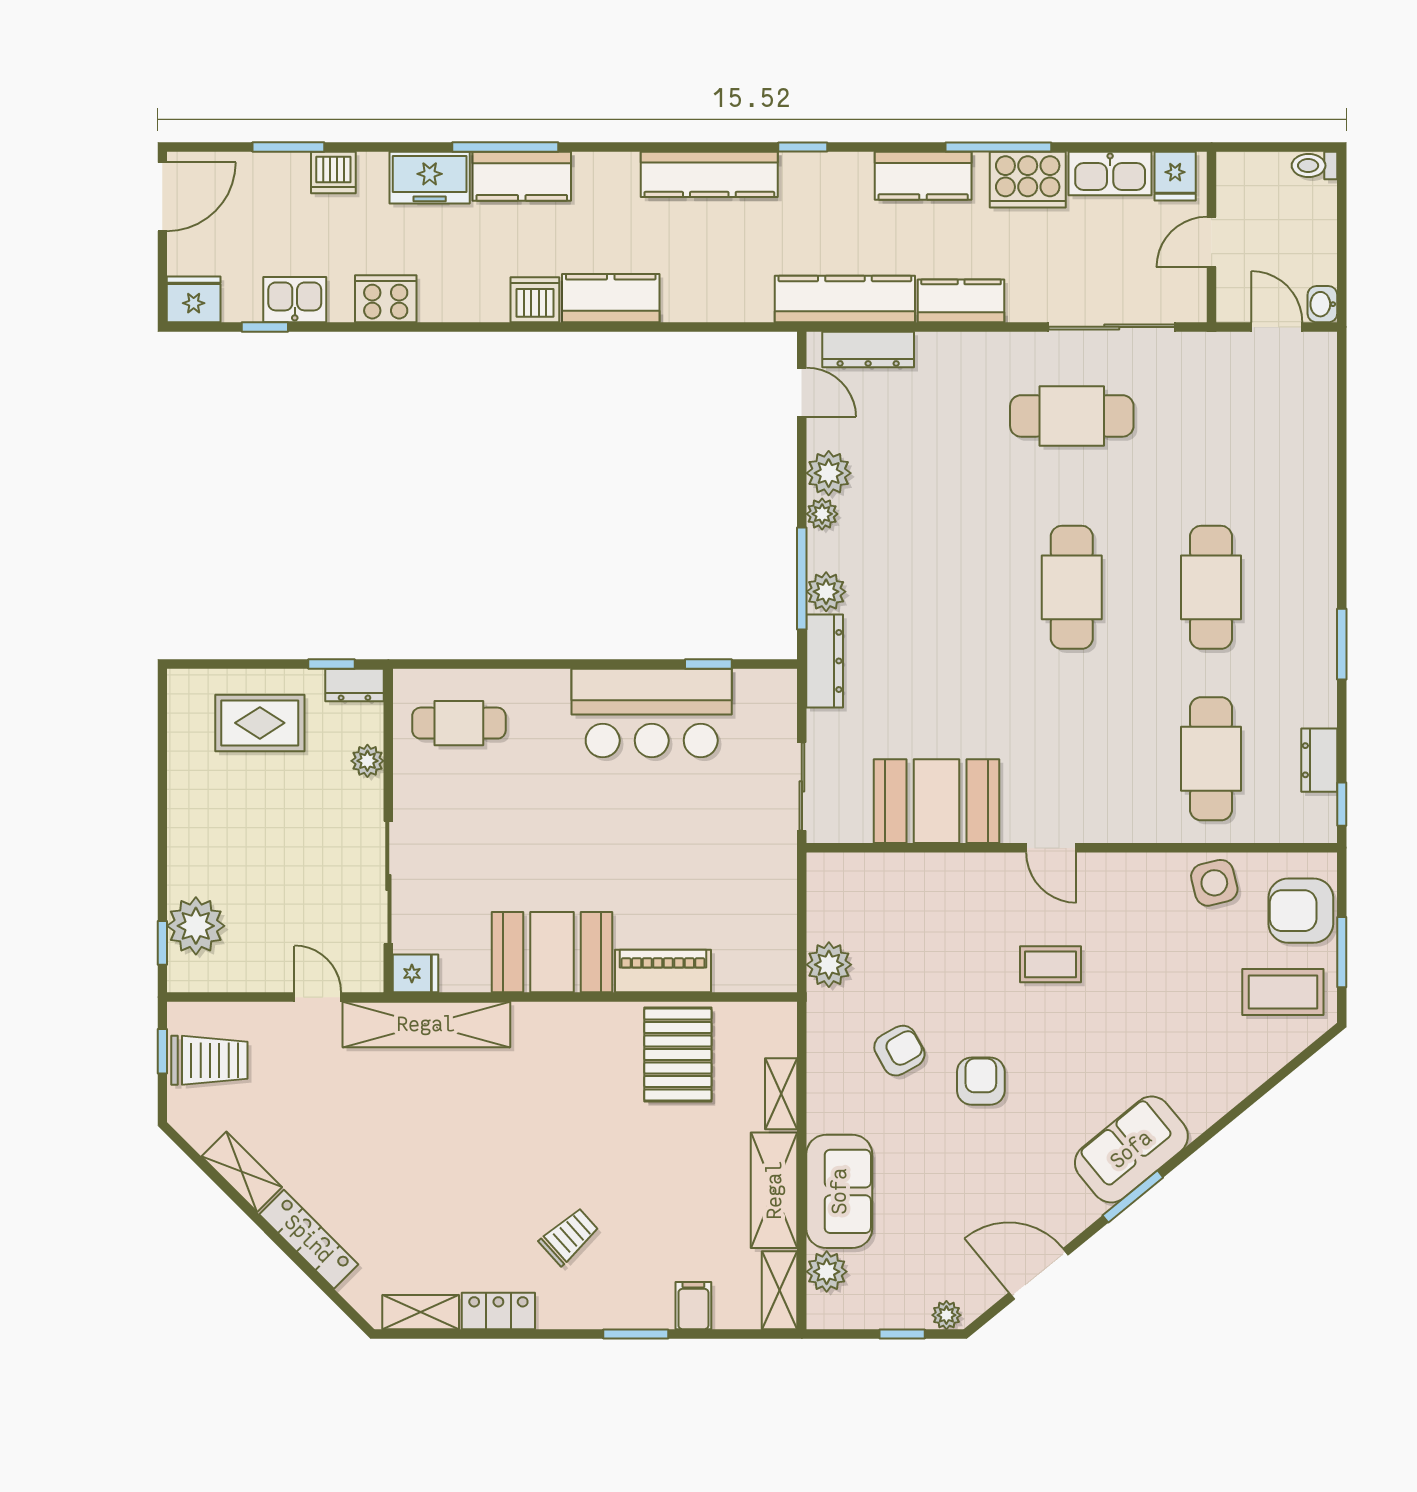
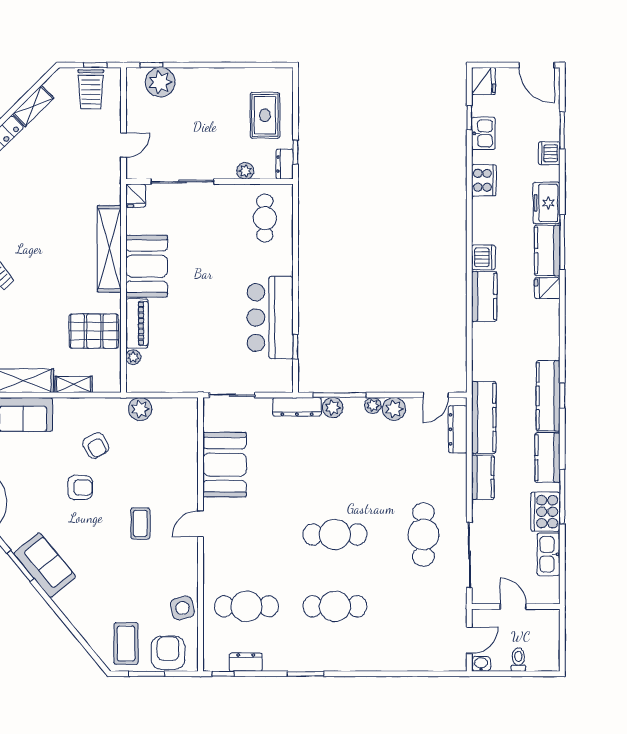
toilet: (1314, 166) -> (518, 660), moved
kitchen counter: (709, 174) -> (548, 396), moved
fridge: (1175, 176) -> (547, 288), moved
plant: (728, 978) -> (133, 357), added
shelving: (426, 1024) -> (109, 249), moved

